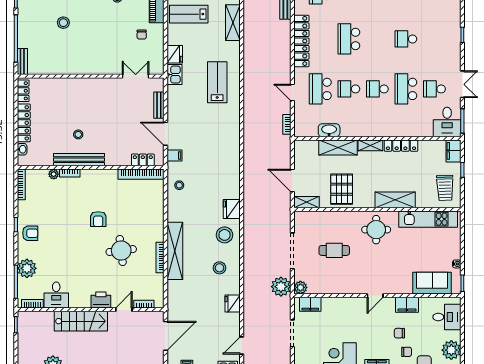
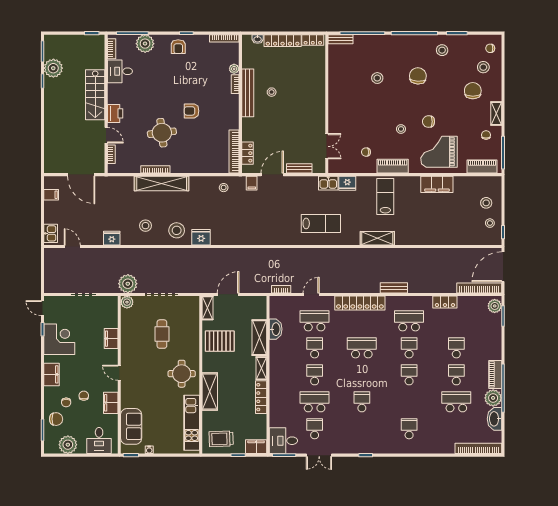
filing cabinet: (310, 304) -> (111, 339), moved

